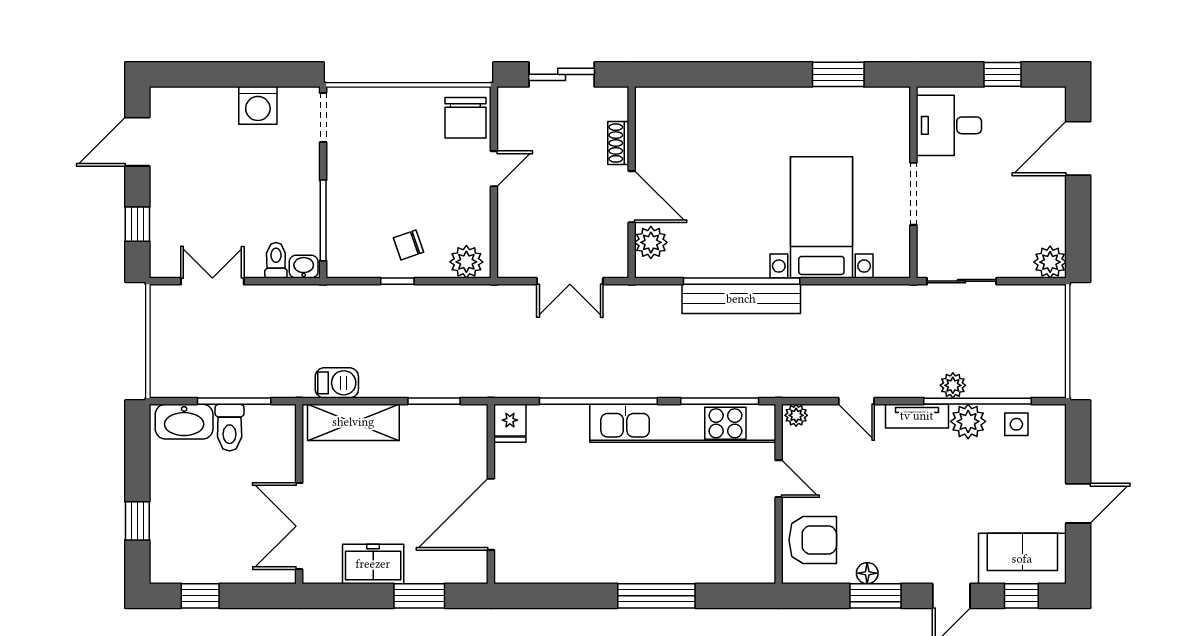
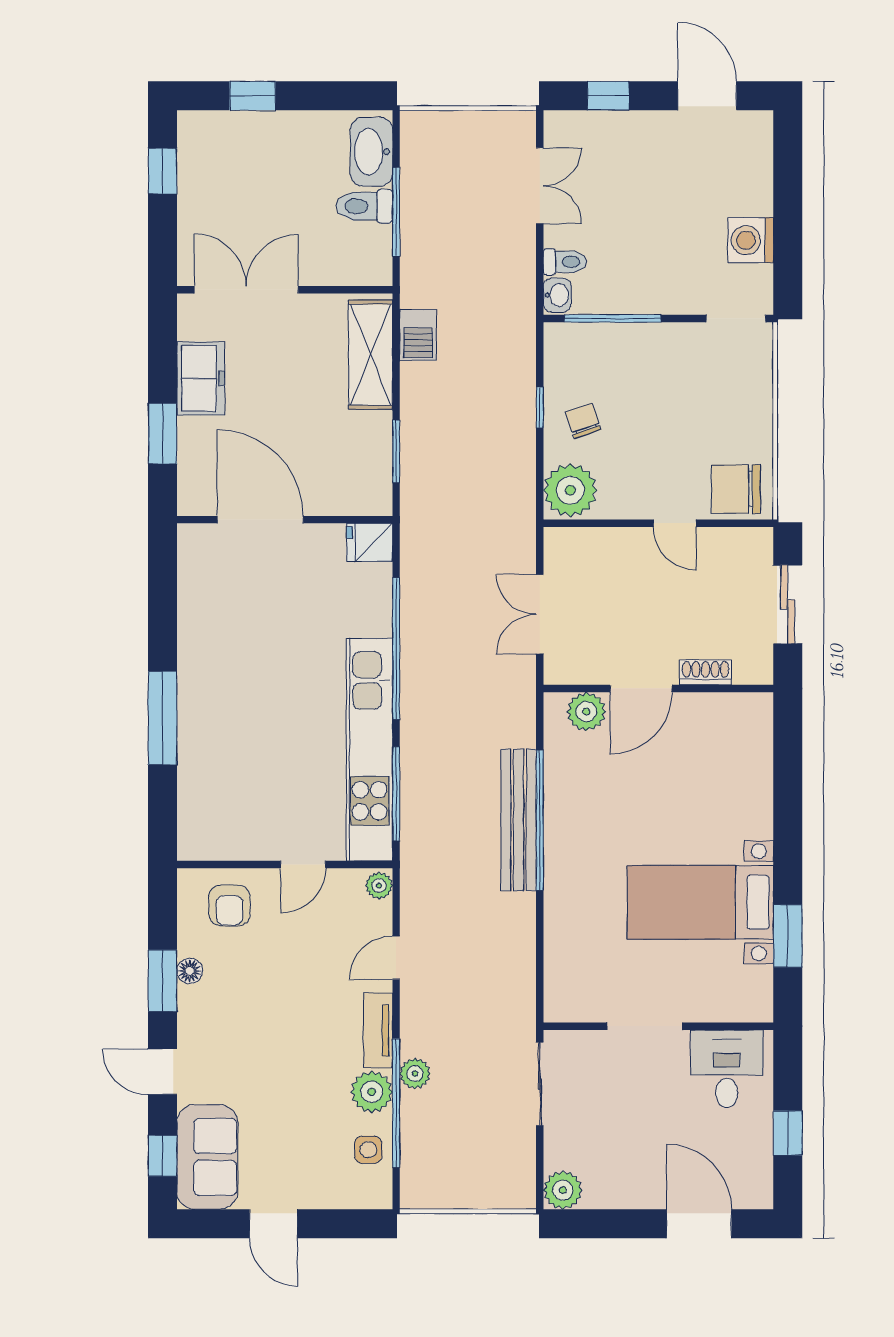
bed with nightstands: (821, 217) -> (700, 902), moved, turned 180
plant: (466, 262) -> (570, 490), width x1.36, depth x1.36
armchair: (813, 540) -> (230, 905), width x0.72, depth x0.72

